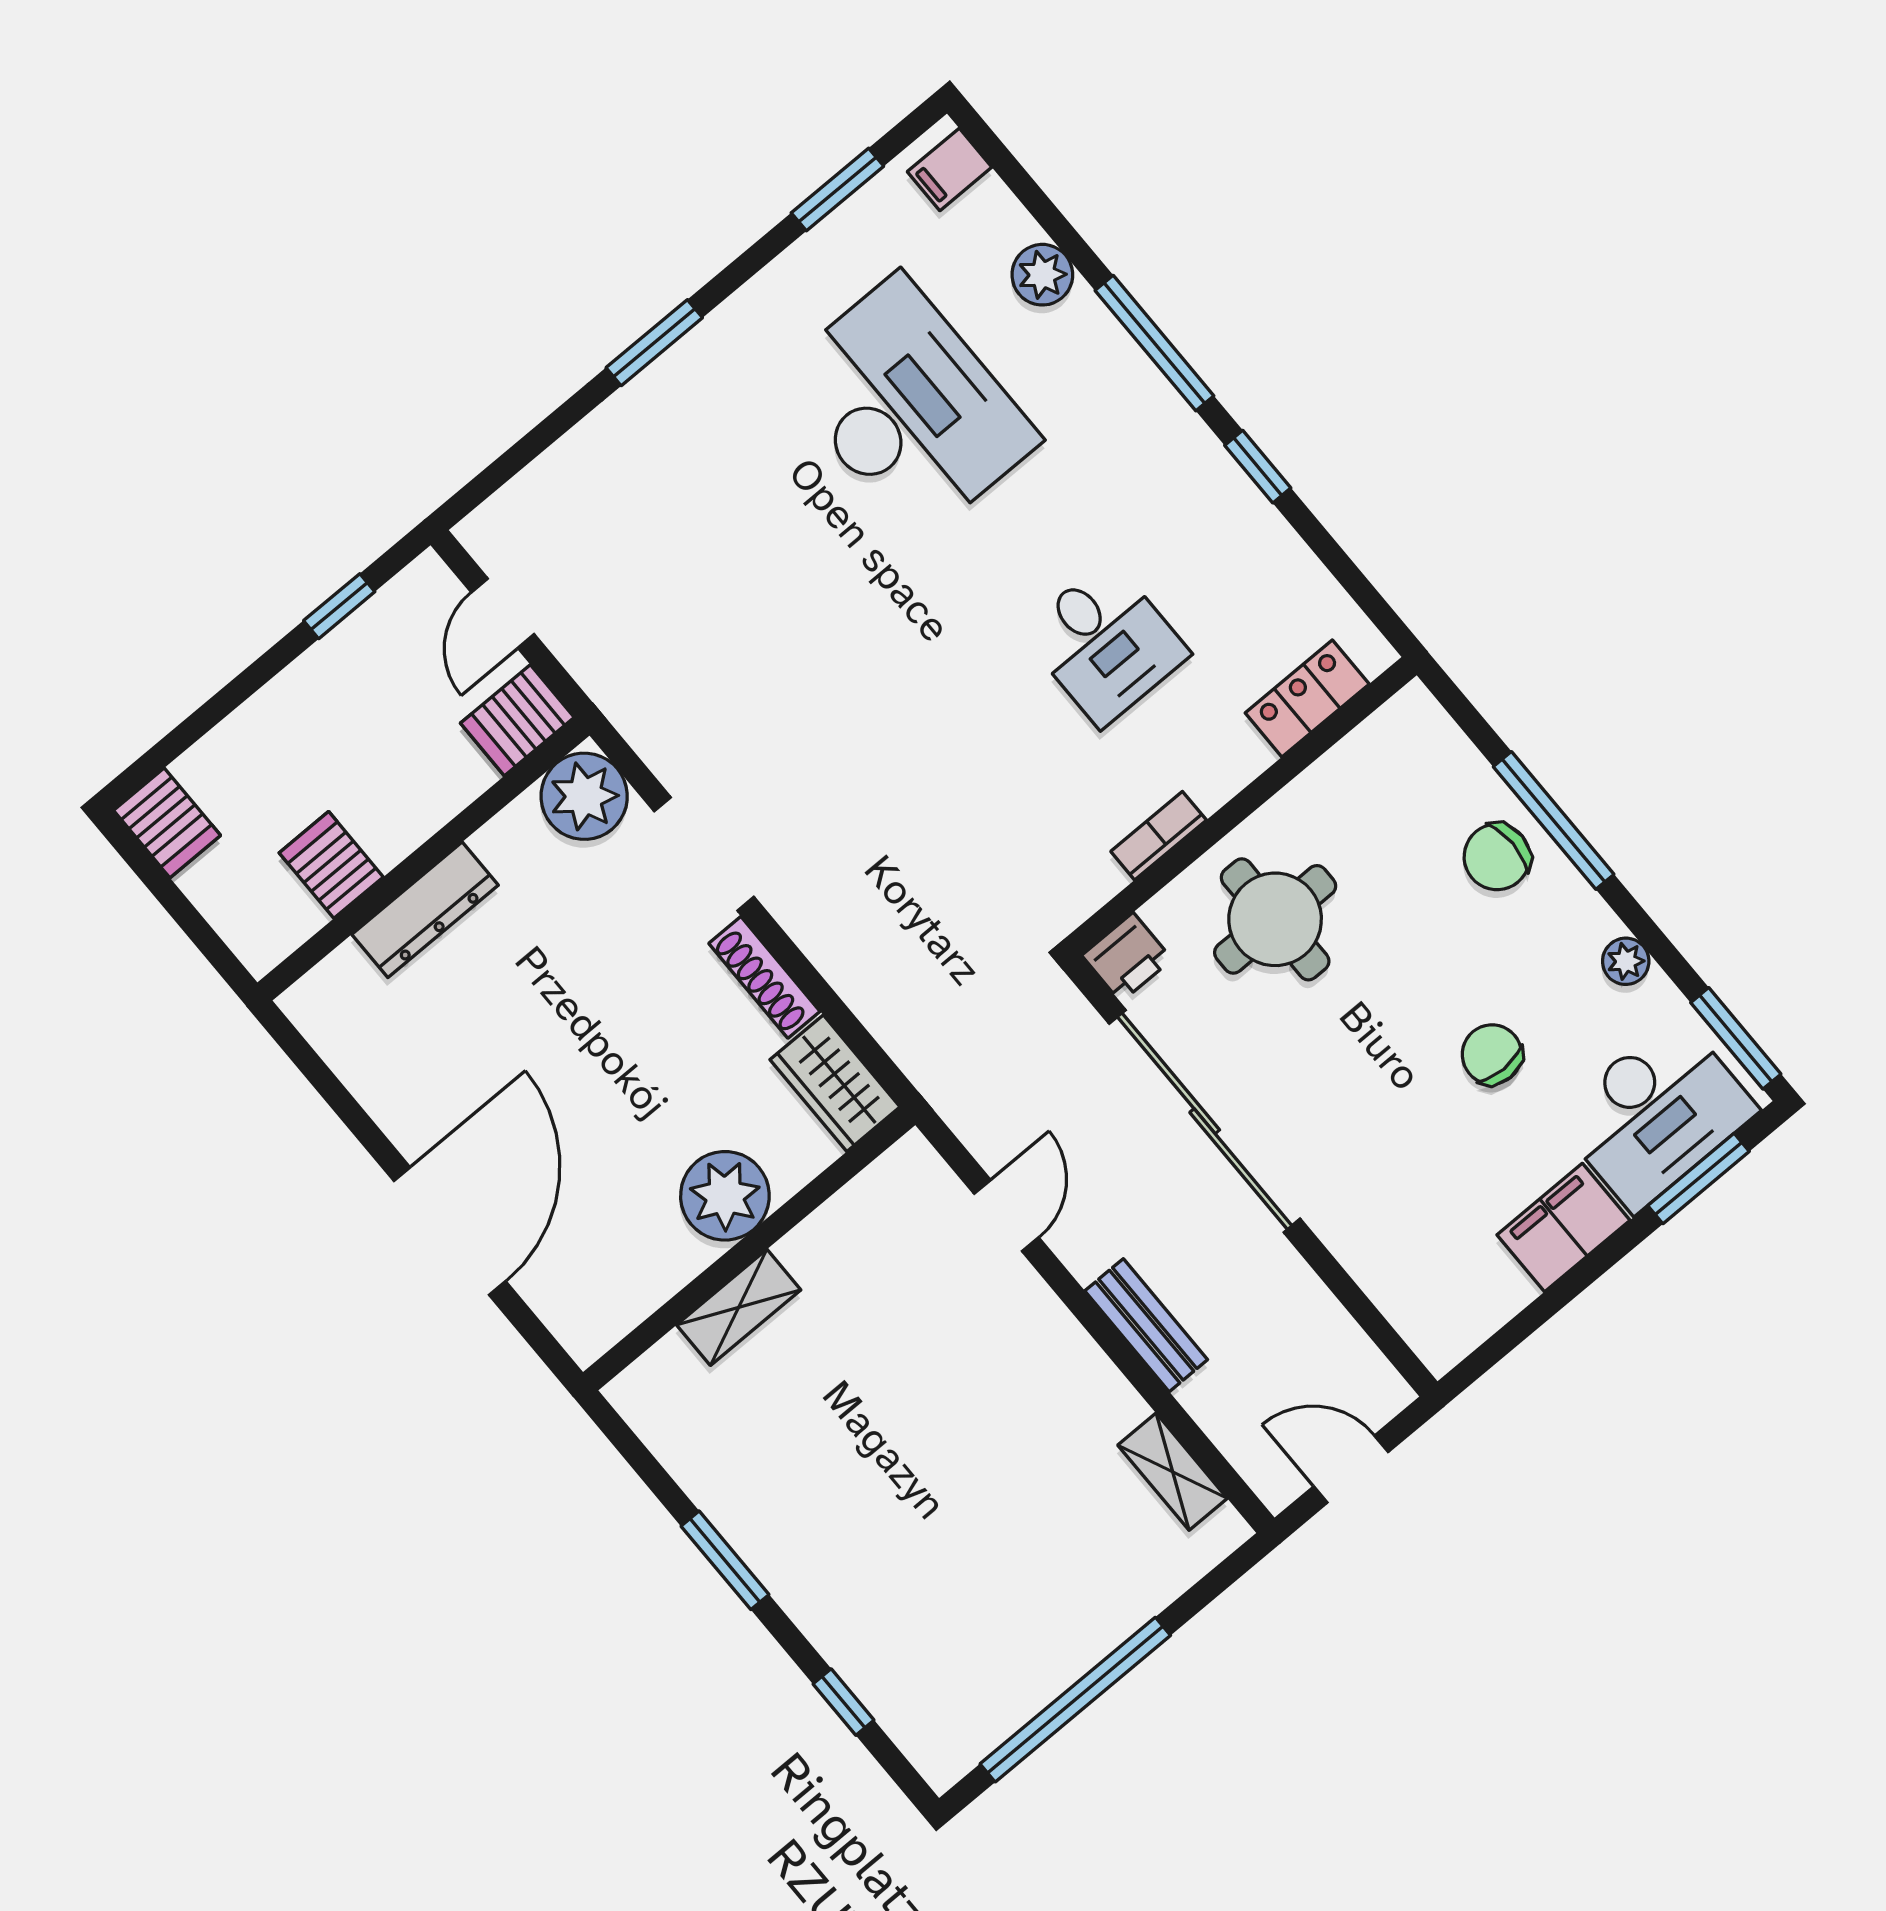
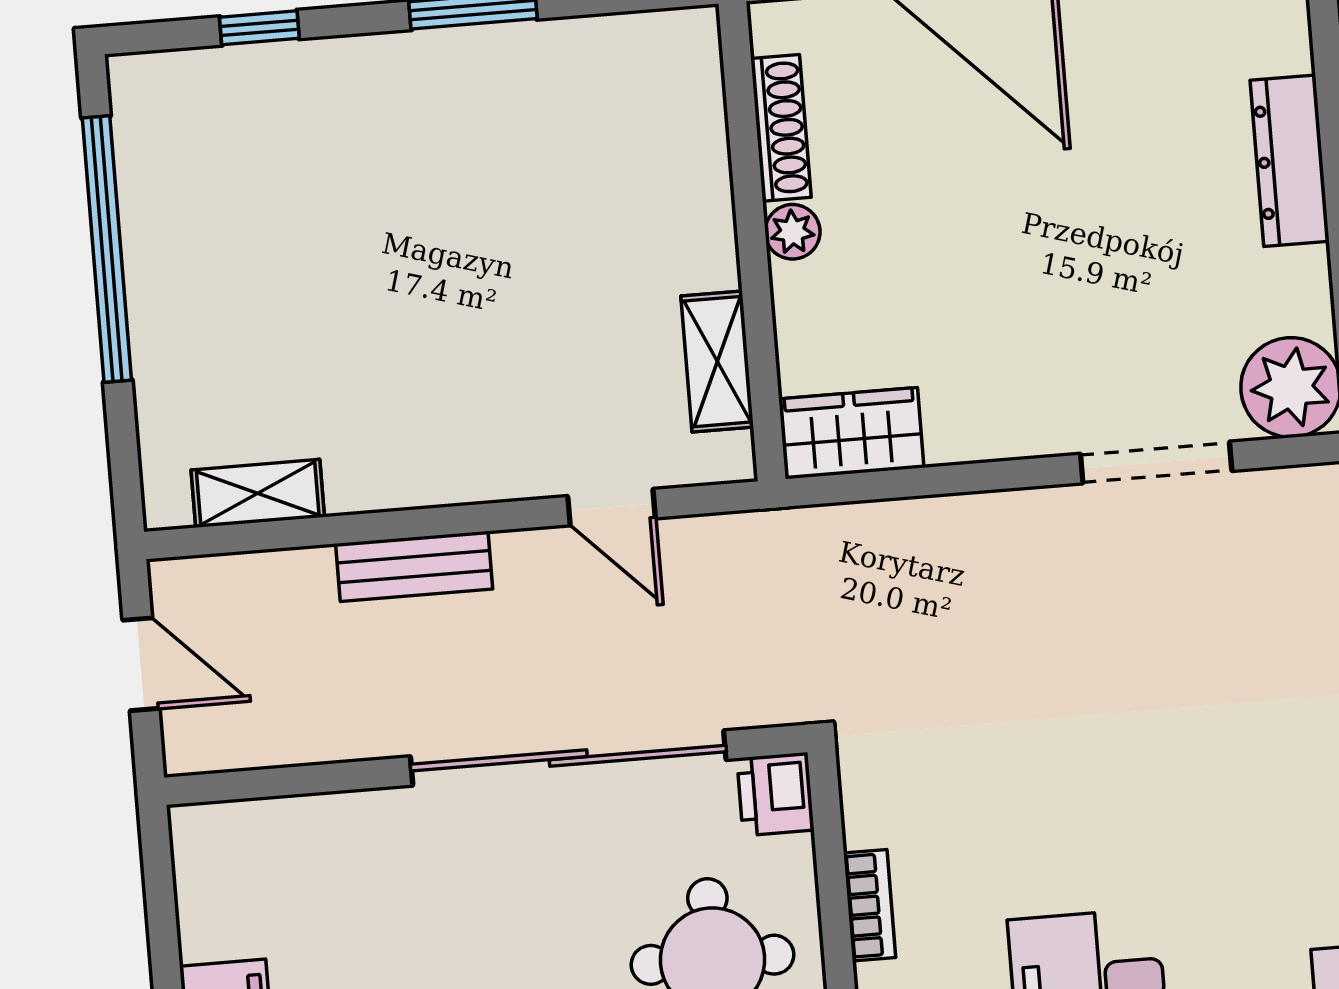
shoe rack: (764, 977) -> (781, 128), moved, turned 90
plant: (725, 1196) -> (792, 232), width x0.53, depth x0.53
shelving: (739, 1307) -> (717, 362), moved
door: (1351, 1469) -> (141, 664), hinge flipped

